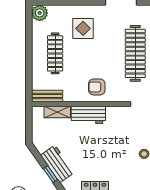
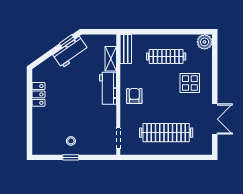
workbench: (57, 164) -> (71, 52), moved
window: (50, 174) -> (67, 41), moved

